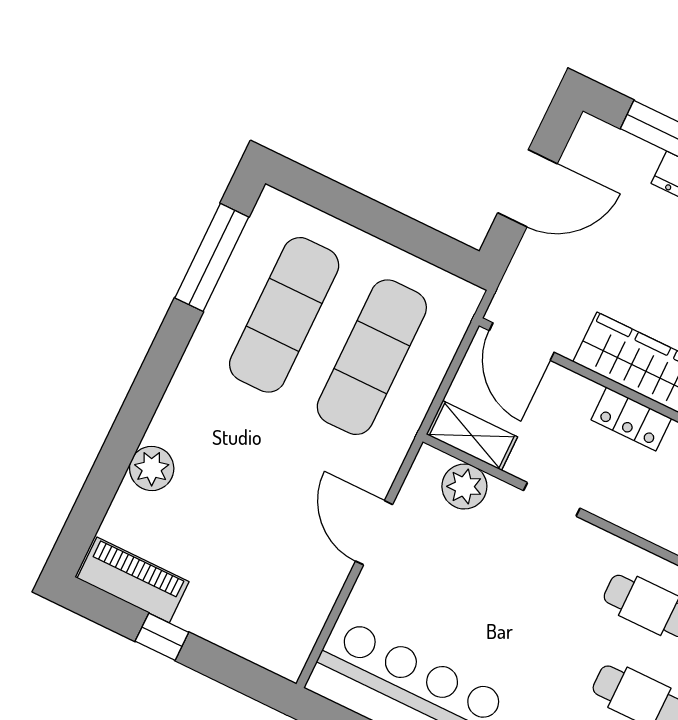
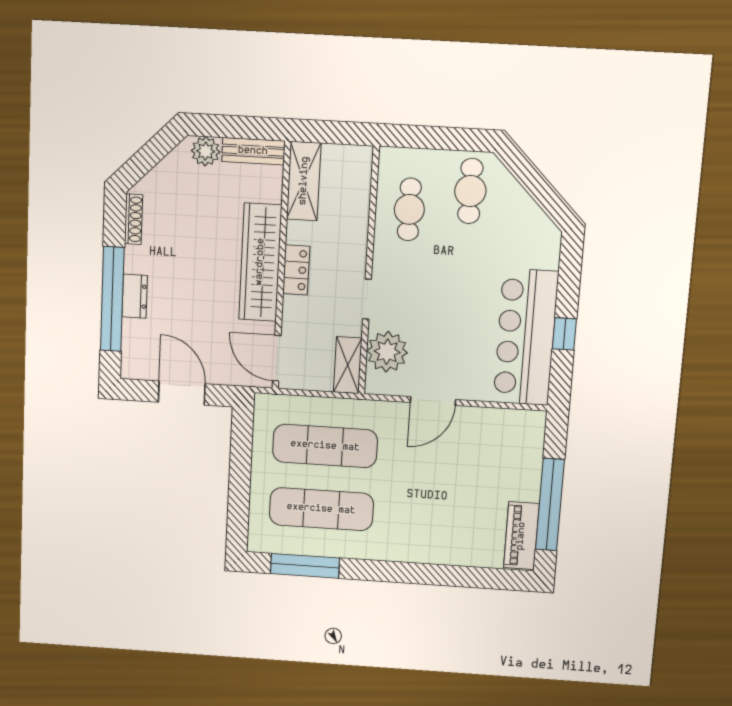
door: (522, 341) -> (277, 358), swing flipped
plant: (152, 468) -> (448, 551), removed
plant: (464, 486) -> (387, 352), width x1.36, depth x1.36
window: (162, 637) -> (550, 505), width x3.17

